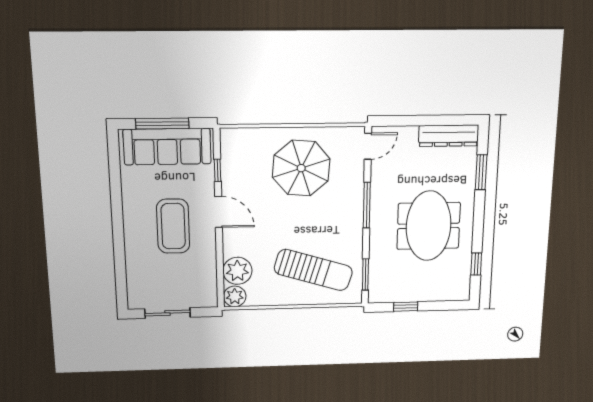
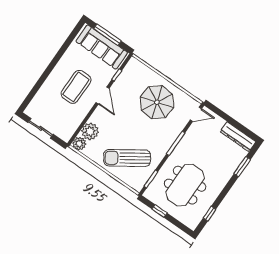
meeting table: (429, 226) -> (185, 185), moved
sun lounger: (313, 270) -> (127, 158), turned 129

